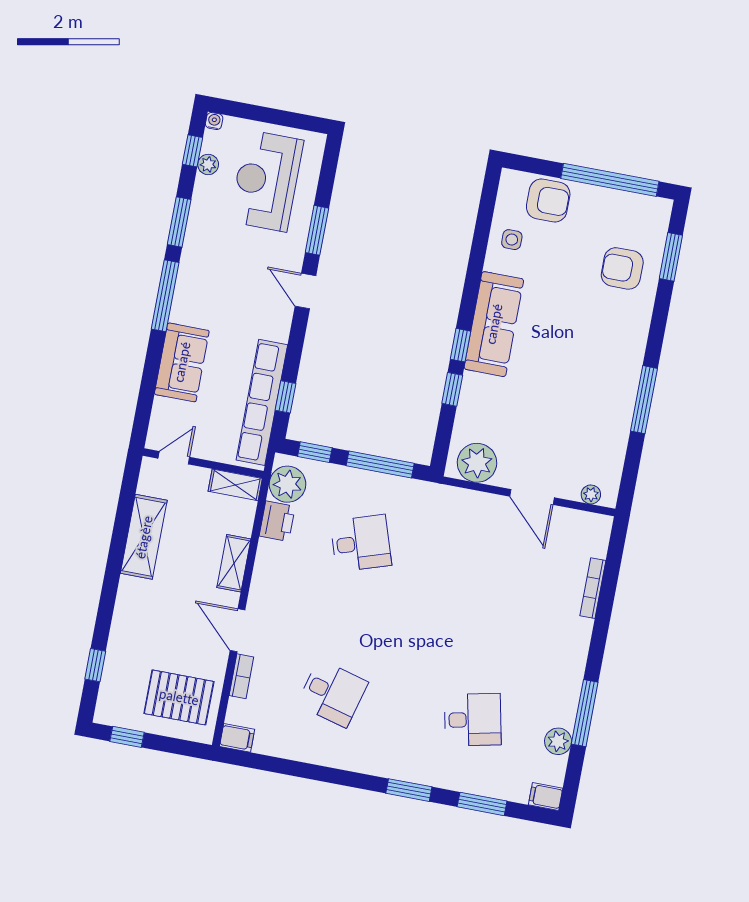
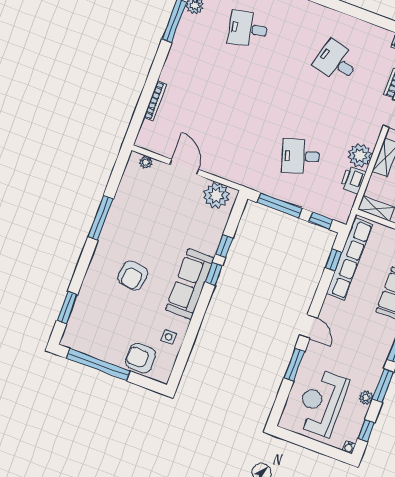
plant: (208, 164) -> (366, 398), moved
reception desk: (266, 181) -> (322, 403), turned 180
armchair: (622, 268) -> (133, 276), moved, turned 98
plant: (287, 484) -> (360, 155), moved

